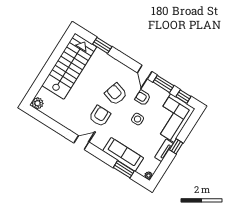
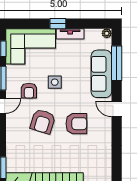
armchair: (100, 116) -> (76, 124), turned 180
door: (81, 143) -> (117, 109), moved
window: (124, 169) -> (117, 63), width x1.44

